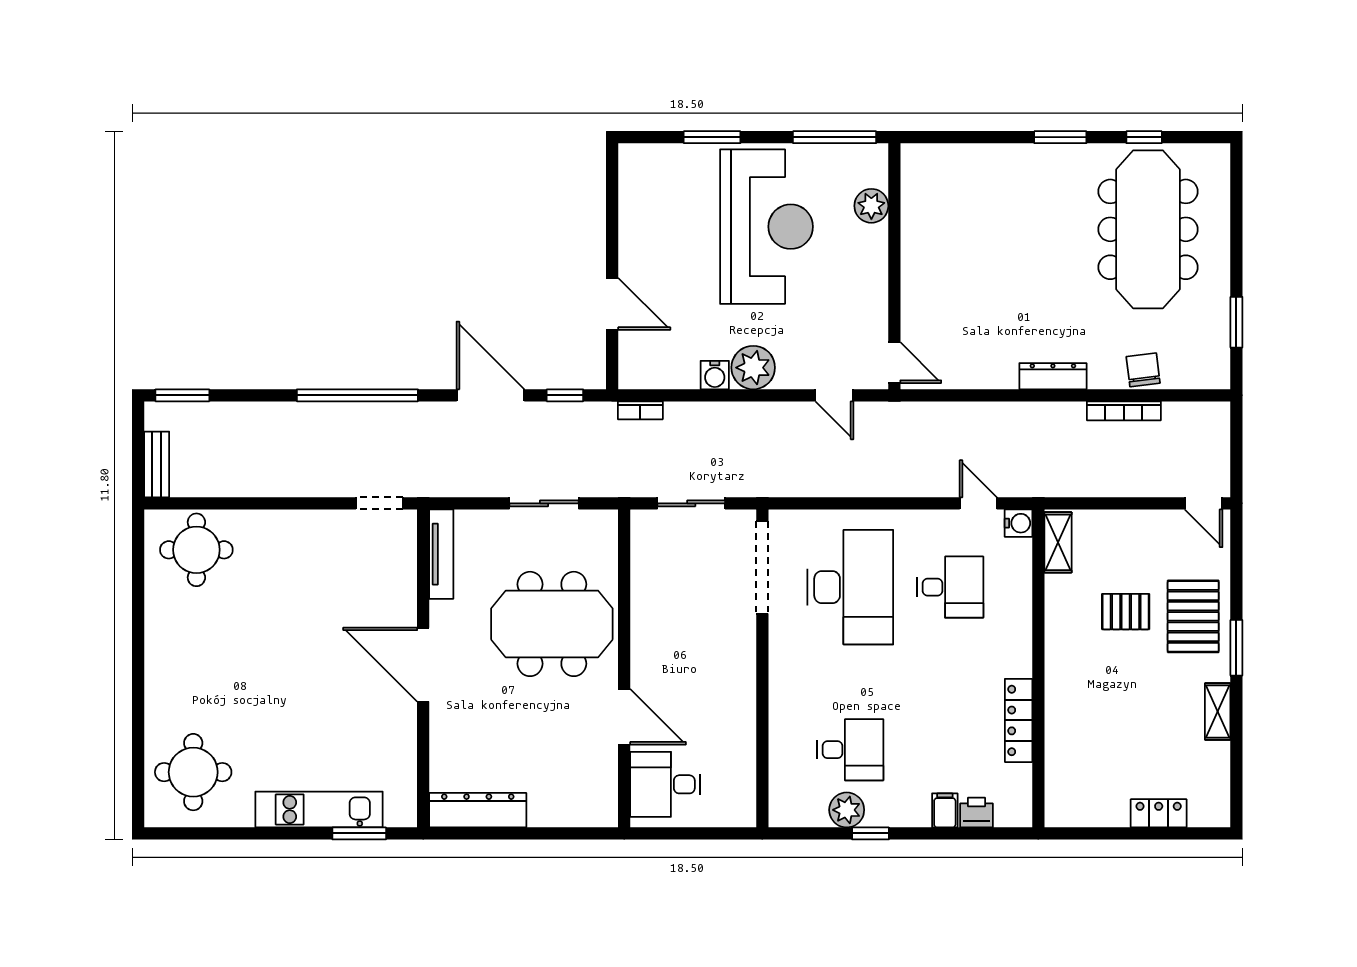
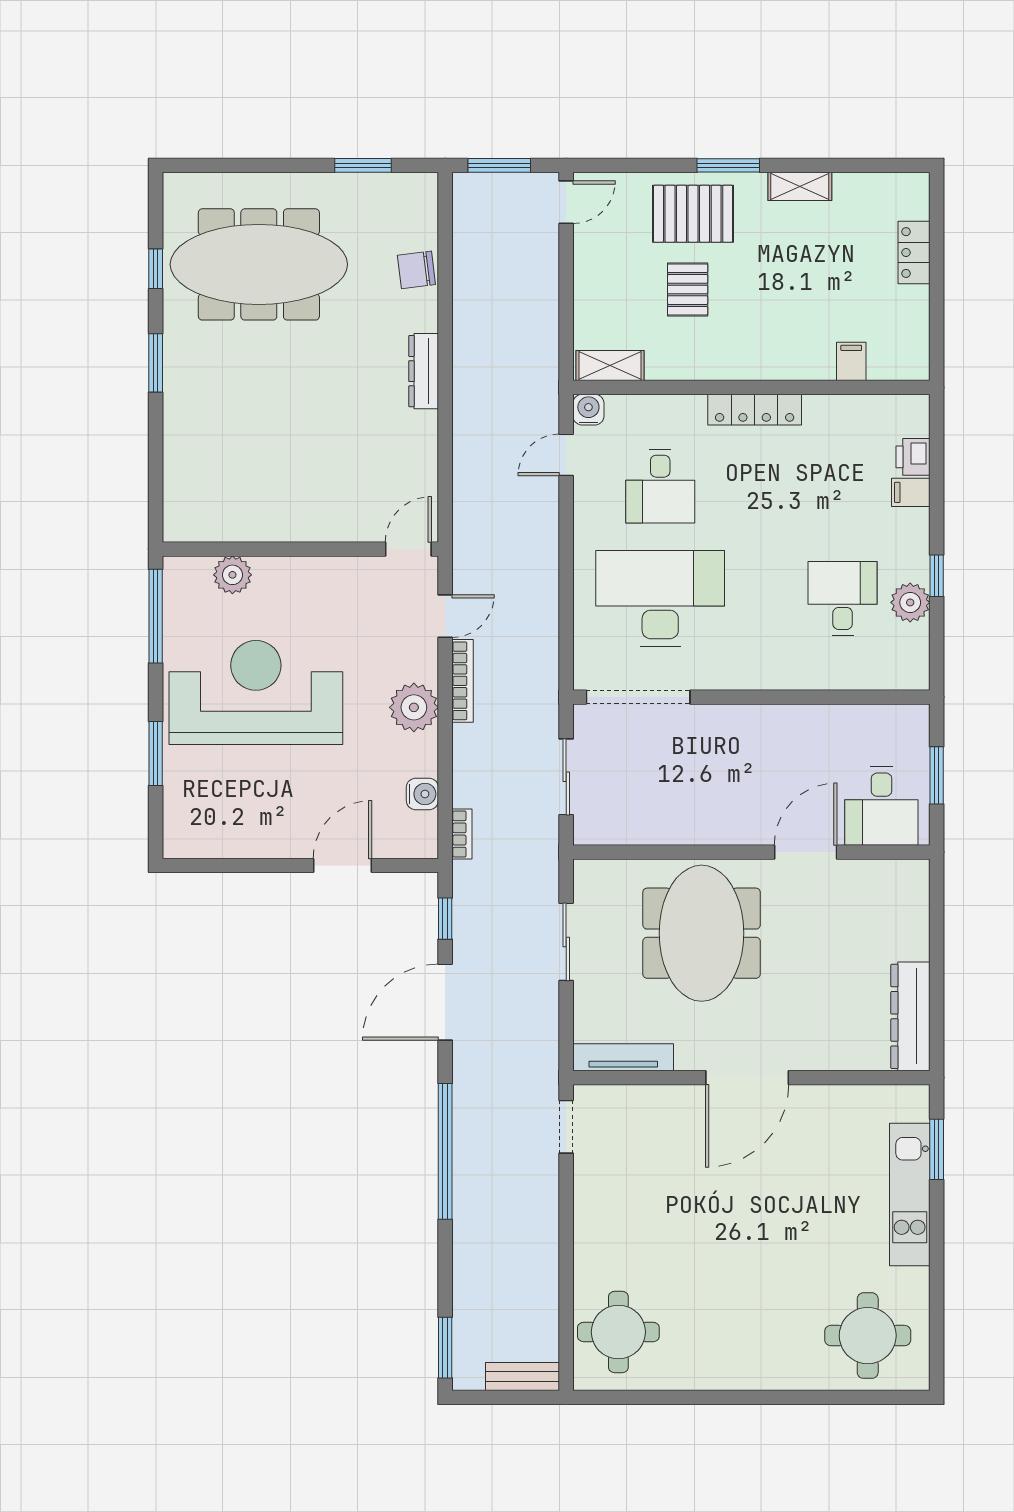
water cooler: (715, 375) -> (422, 794), moved
bookcase: (1124, 411) -> (462, 681), moved
window: (1236, 444) -> (499, 165), added
desk: (950, 587) -> (660, 486), turned 180
locker: (1019, 720) -> (755, 410), moved
filing cabinet: (1062, 757) -> (851, 361), added
window: (693, 833) -> (937, 775), added

